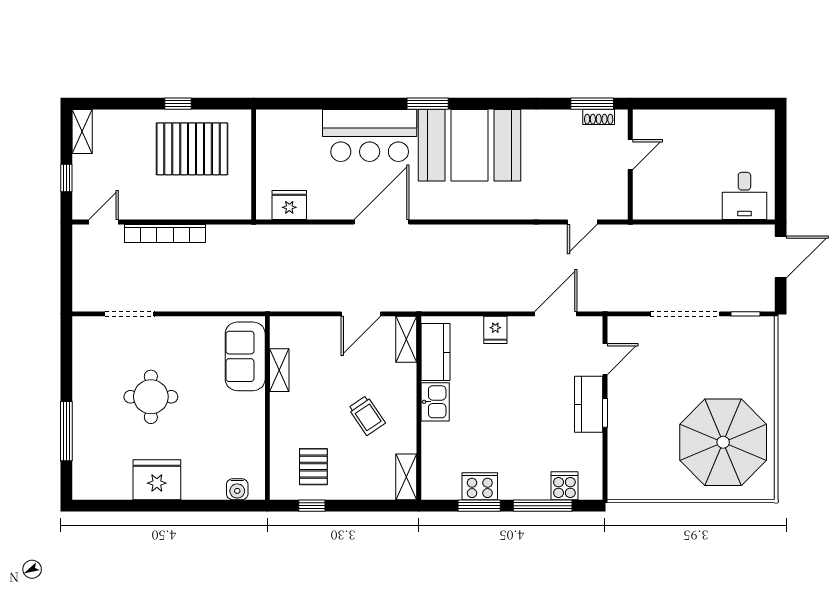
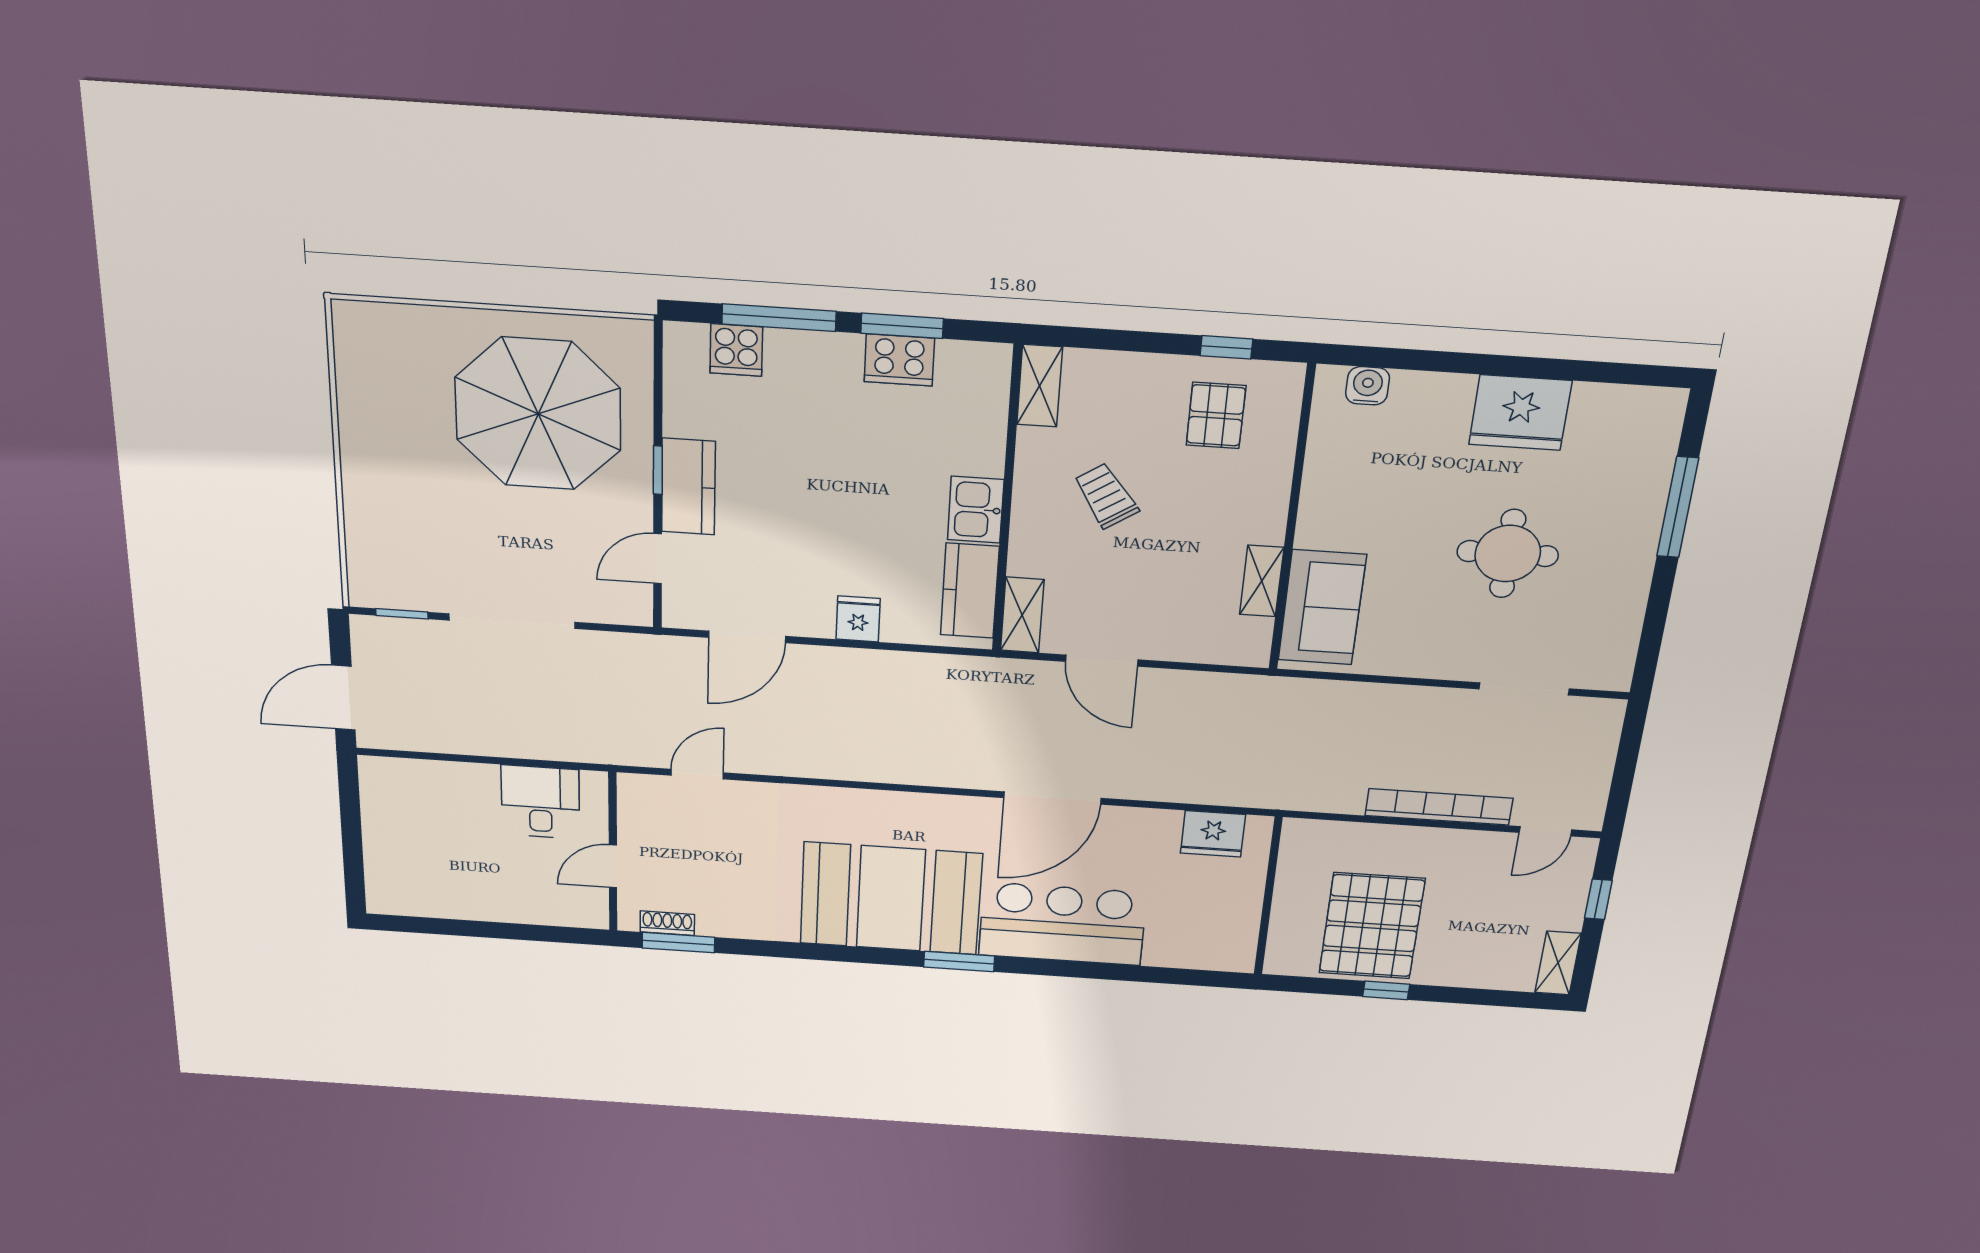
pallet: (192, 149) -> (1372, 926), turned 90
desk: (744, 196) -> (540, 802), moved
door: (361, 314) -> (1102, 661), swing flipped
parasol: (723, 442) -> (538, 414), moved

